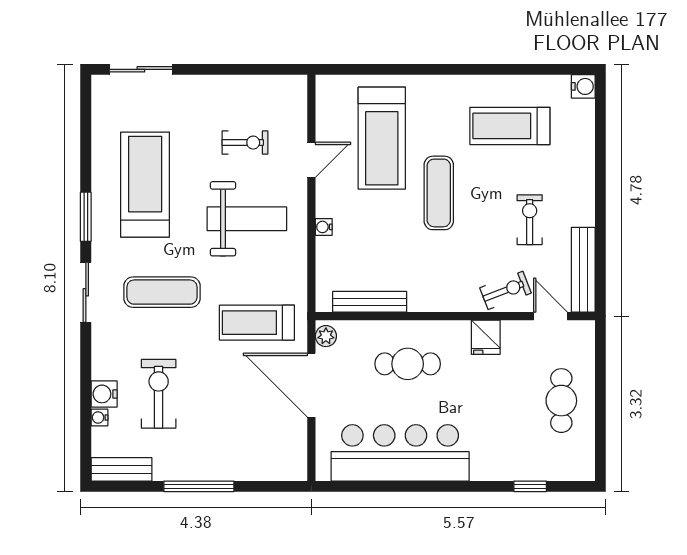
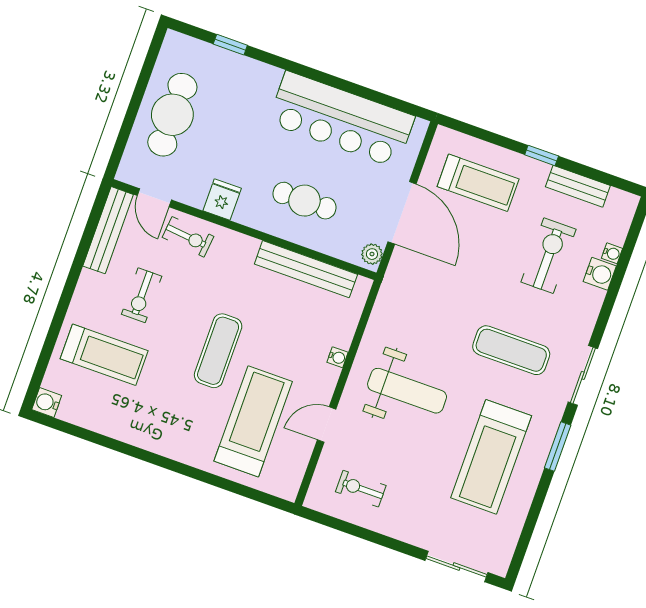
treadmill: (510, 126) -> (104, 355), moved
exercise bike: (245, 143) -> (361, 489), moved
weight bench: (247, 219) -> (407, 391), turned 180
exercise bike: (505, 290) -> (188, 237), turned -153
bench: (370, 302) -> (306, 269), width x1.37, depth x1.21
treadmill: (257, 323) -> (478, 183), moved
exercise bike: (159, 394) -> (548, 256), turned 180
cafe table: (561, 401) -> (172, 115), width x1.37, depth x1.35
bench: (122, 469) -> (578, 186), moved
window: (199, 486) -> (542, 155), width x0.46

